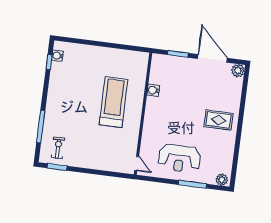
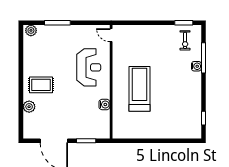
water cooler: (57, 56) -> (196, 66), moved
plant: (238, 71) -> (29, 107), moved
treadmill: (113, 102) -> (140, 89), turned 180
reception desk: (179, 158) -> (89, 67), moved, turned 90

